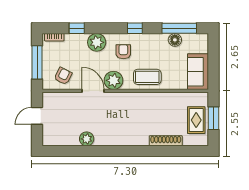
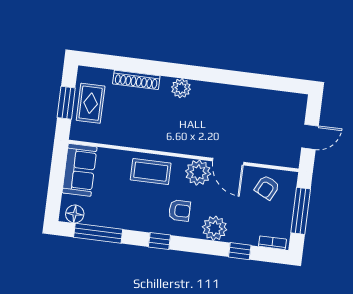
floor lamp: (175, 40) -> (75, 214), moved
armchair: (123, 52) -> (179, 211), turned -90
plant: (87, 139) -> (181, 88), moved

